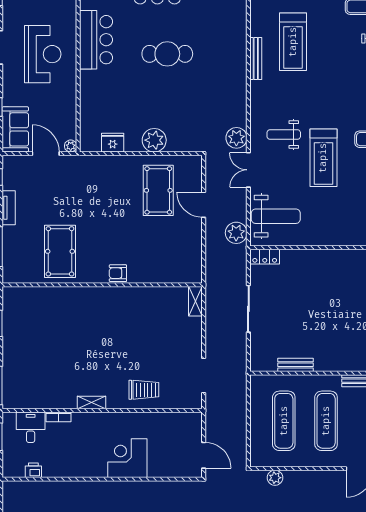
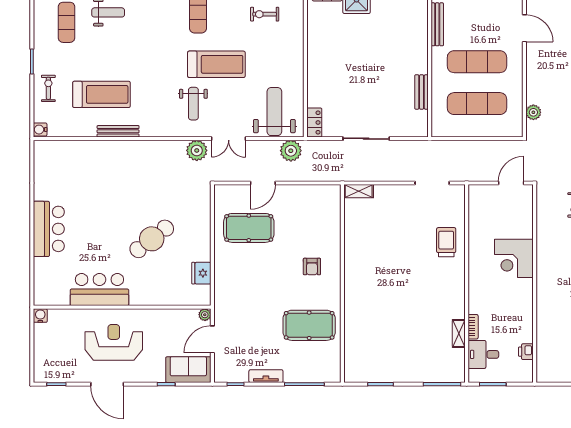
cafe table: (167, 54) -> (152, 239), moved, turned 52
plant: (154, 140) -> (199, 232), removed
armchair: (118, 273) -> (312, 267), moved
shelving: (91, 402) -> (459, 334), moved

